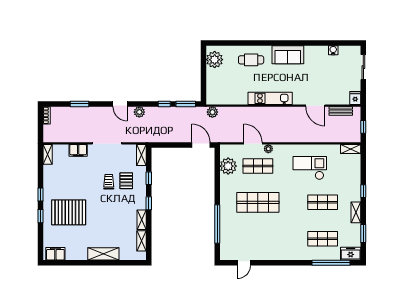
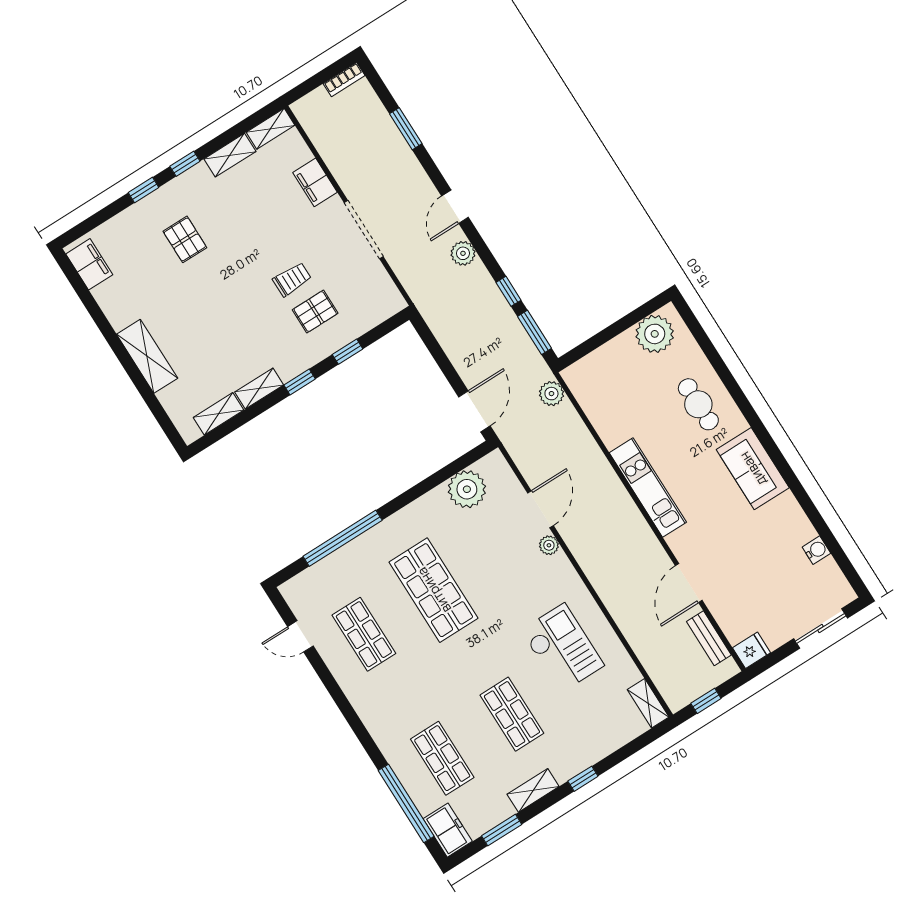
shelving: (141, 155) -> (230, 155), moved
shop shelf: (258, 166) -> (364, 634), moved
pallet: (69, 212) -> (185, 239), width x0.49, depth x0.50

